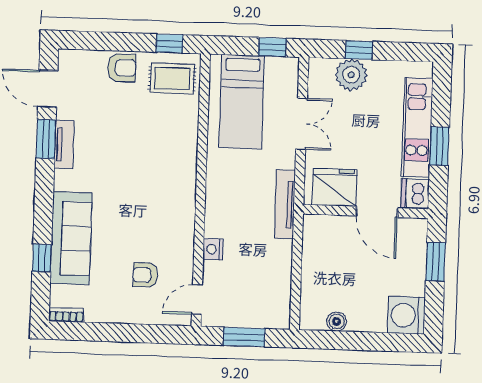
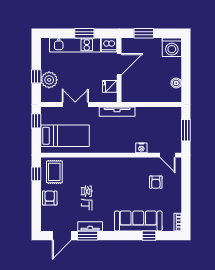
fridge: (335, 187) -> (110, 86), width x0.53, depth x0.75

